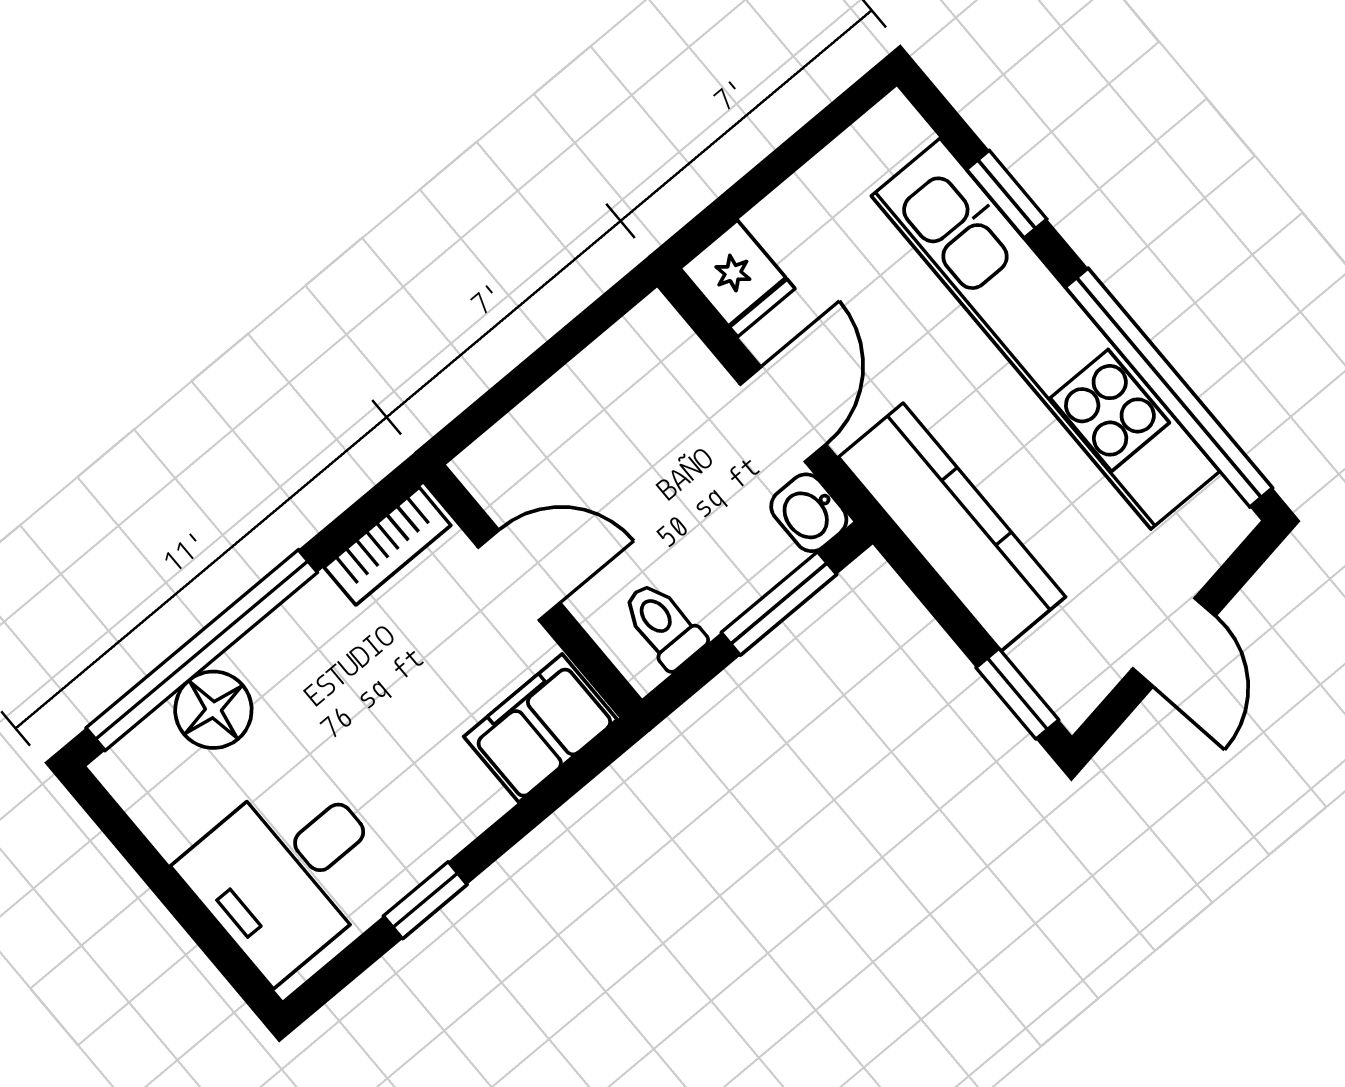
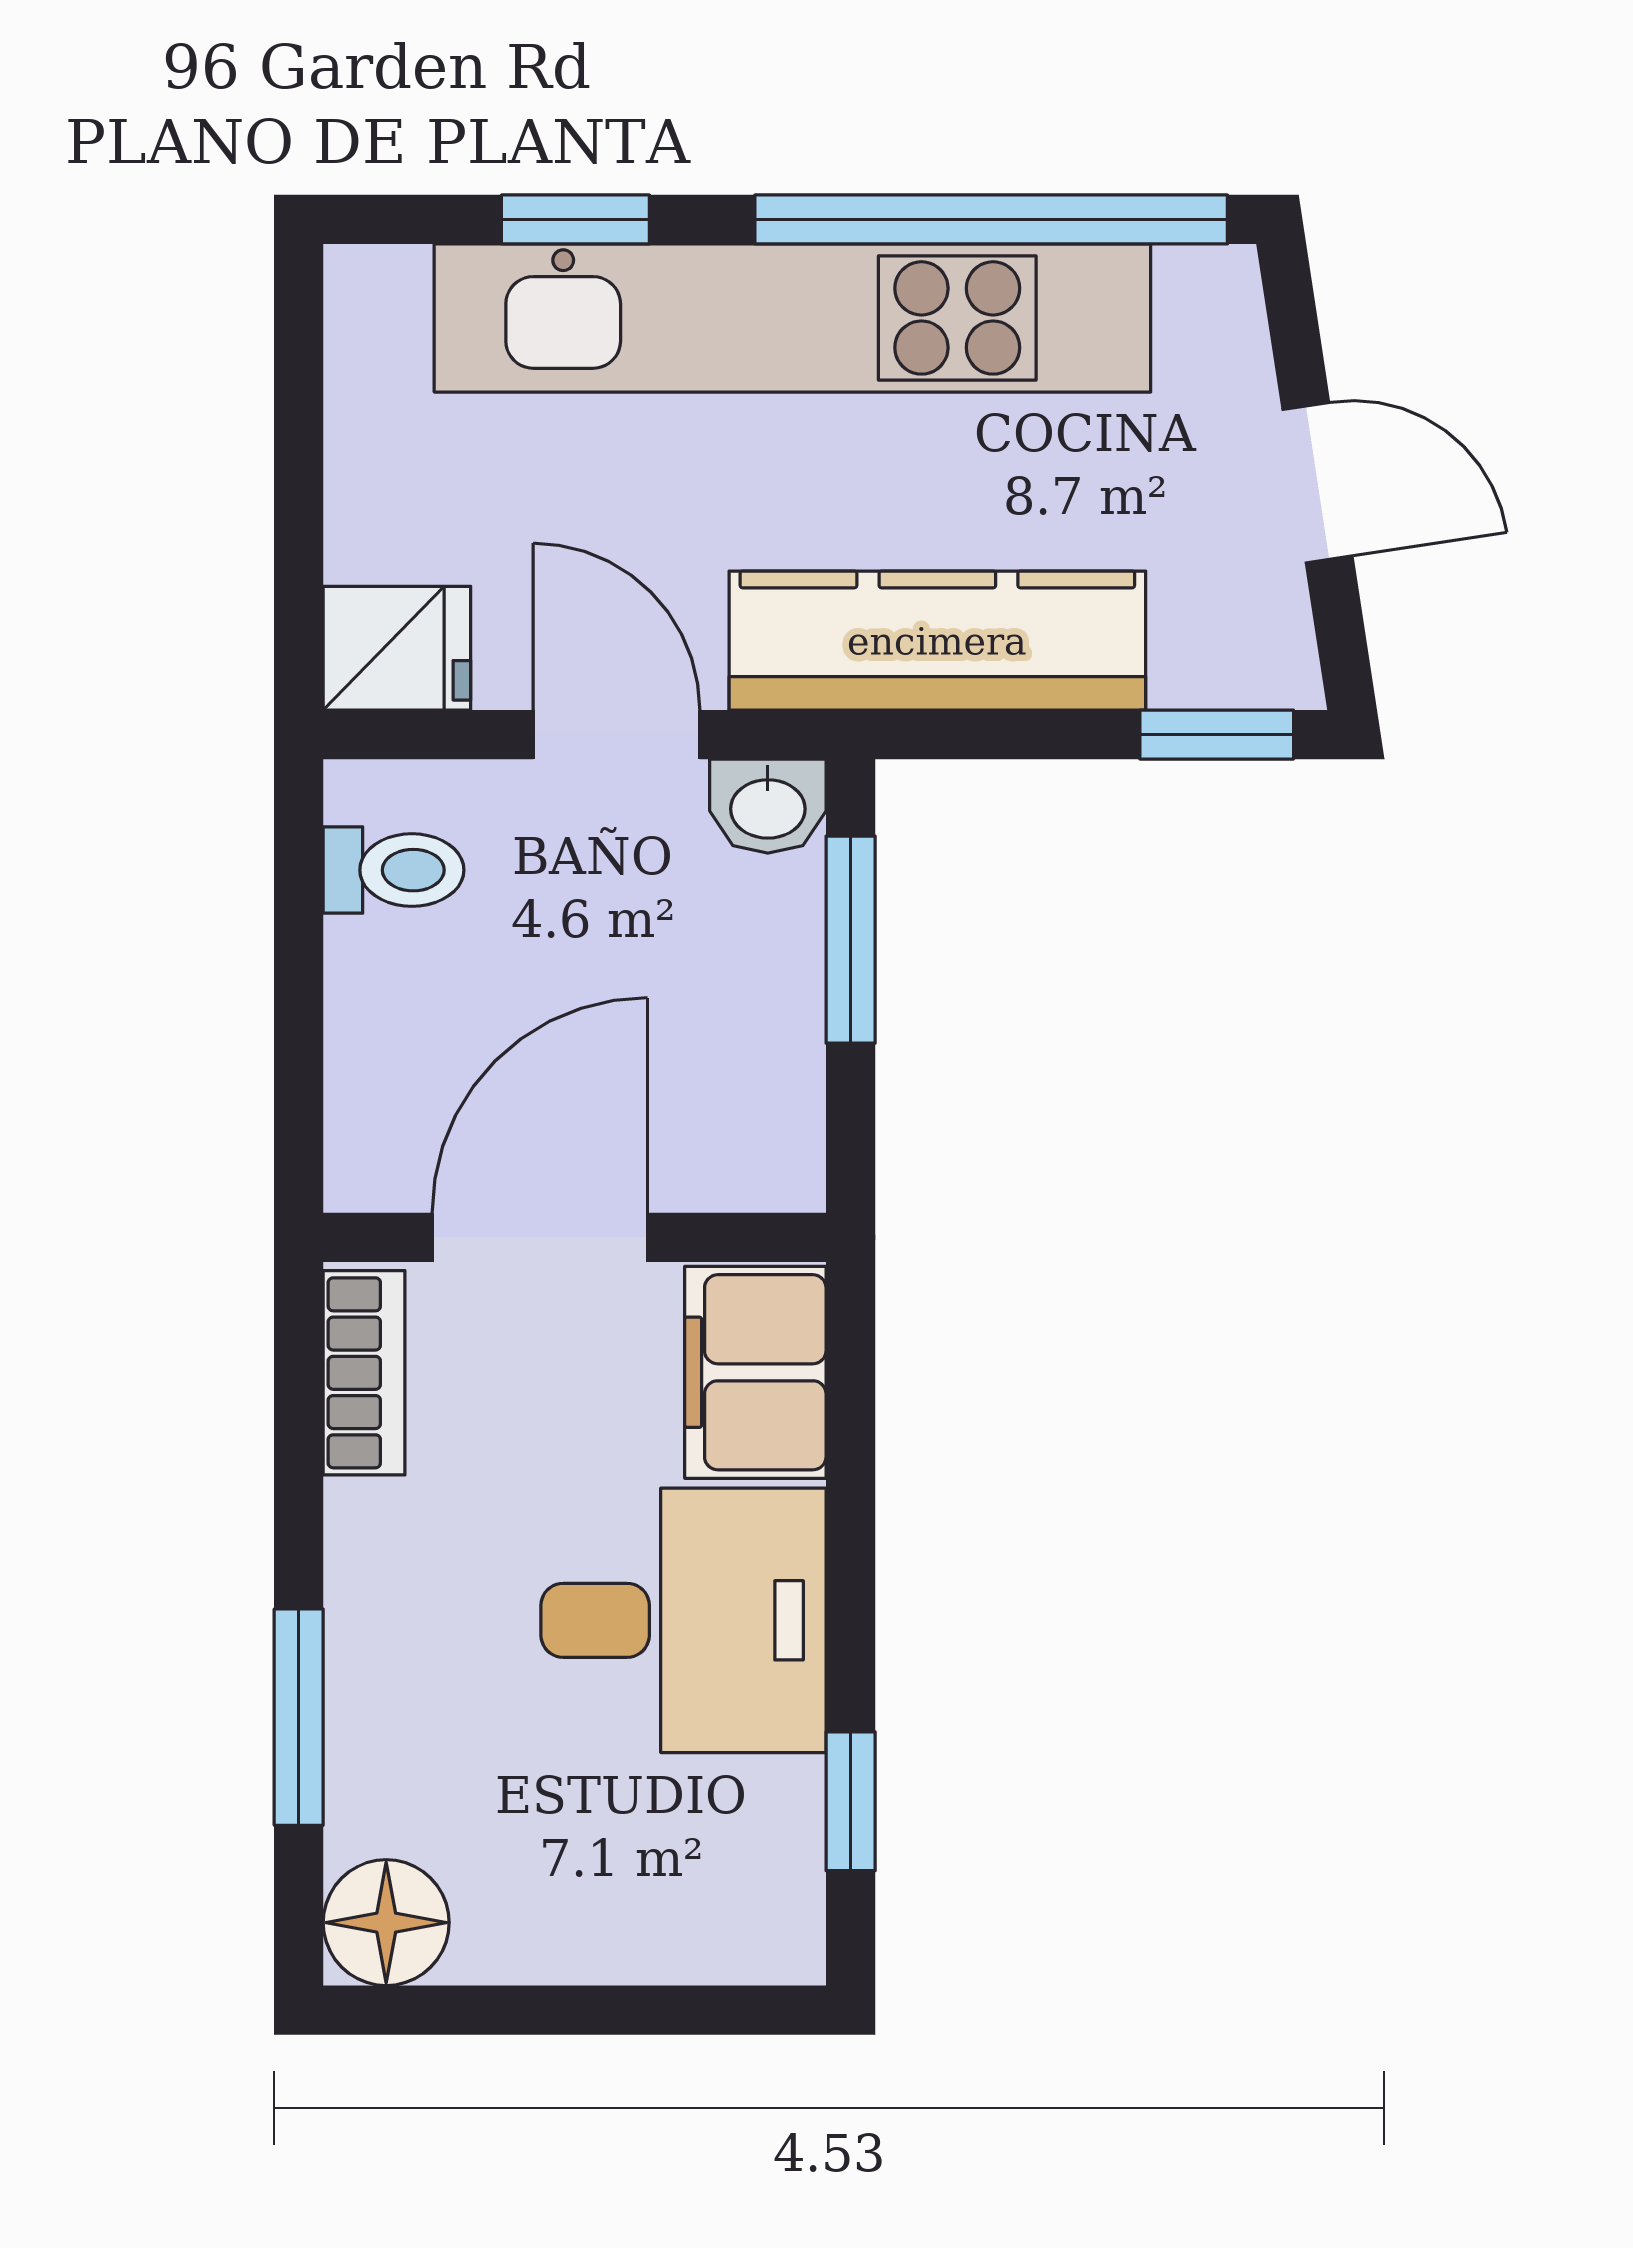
door: (519, 575) -> (540, 1237), width x1.38
toilet: (663, 625) -> (394, 870), moved, turned 180
window: (202, 650) -> (299, 1717), width x0.47
floor lamp: (213, 710) -> (386, 1923), moved
desk: (288, 872) -> (684, 1620), moved, turned -90
window: (425, 900) -> (851, 1801), moved

